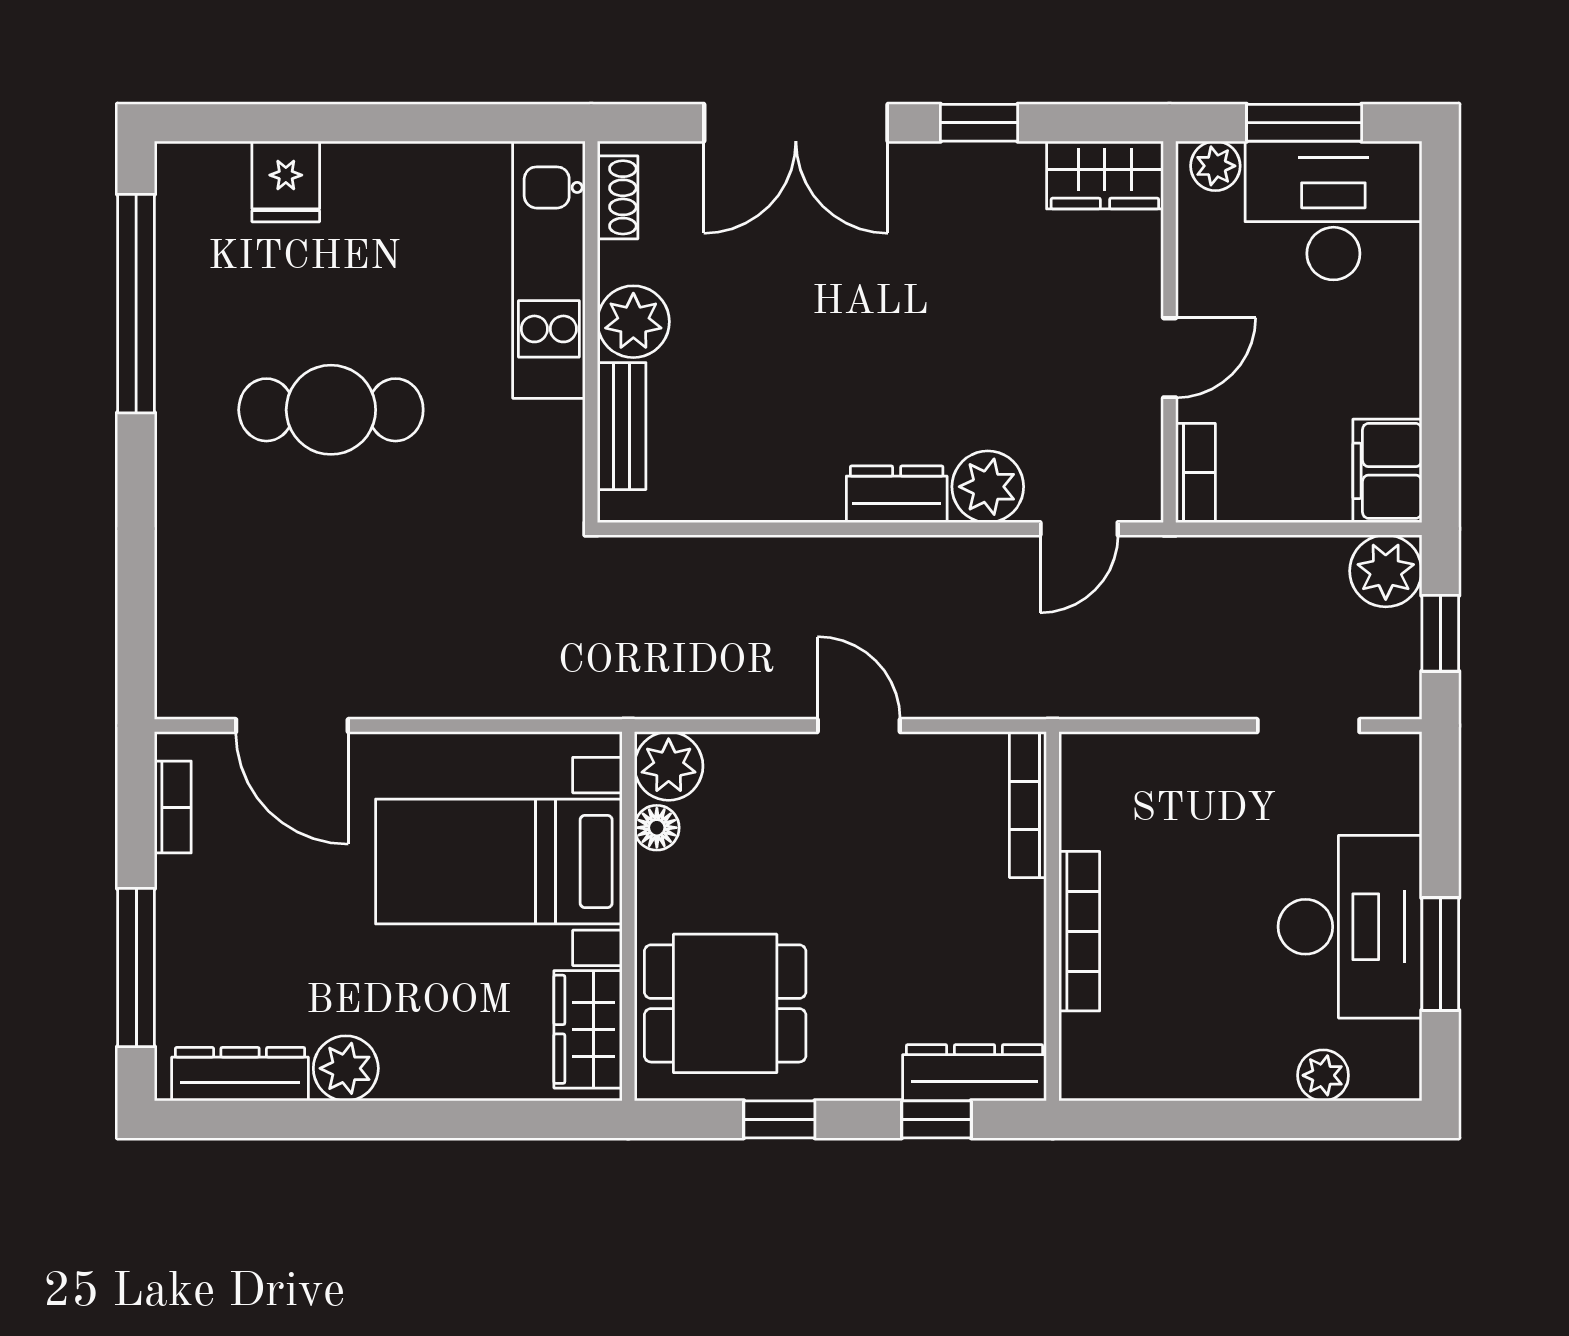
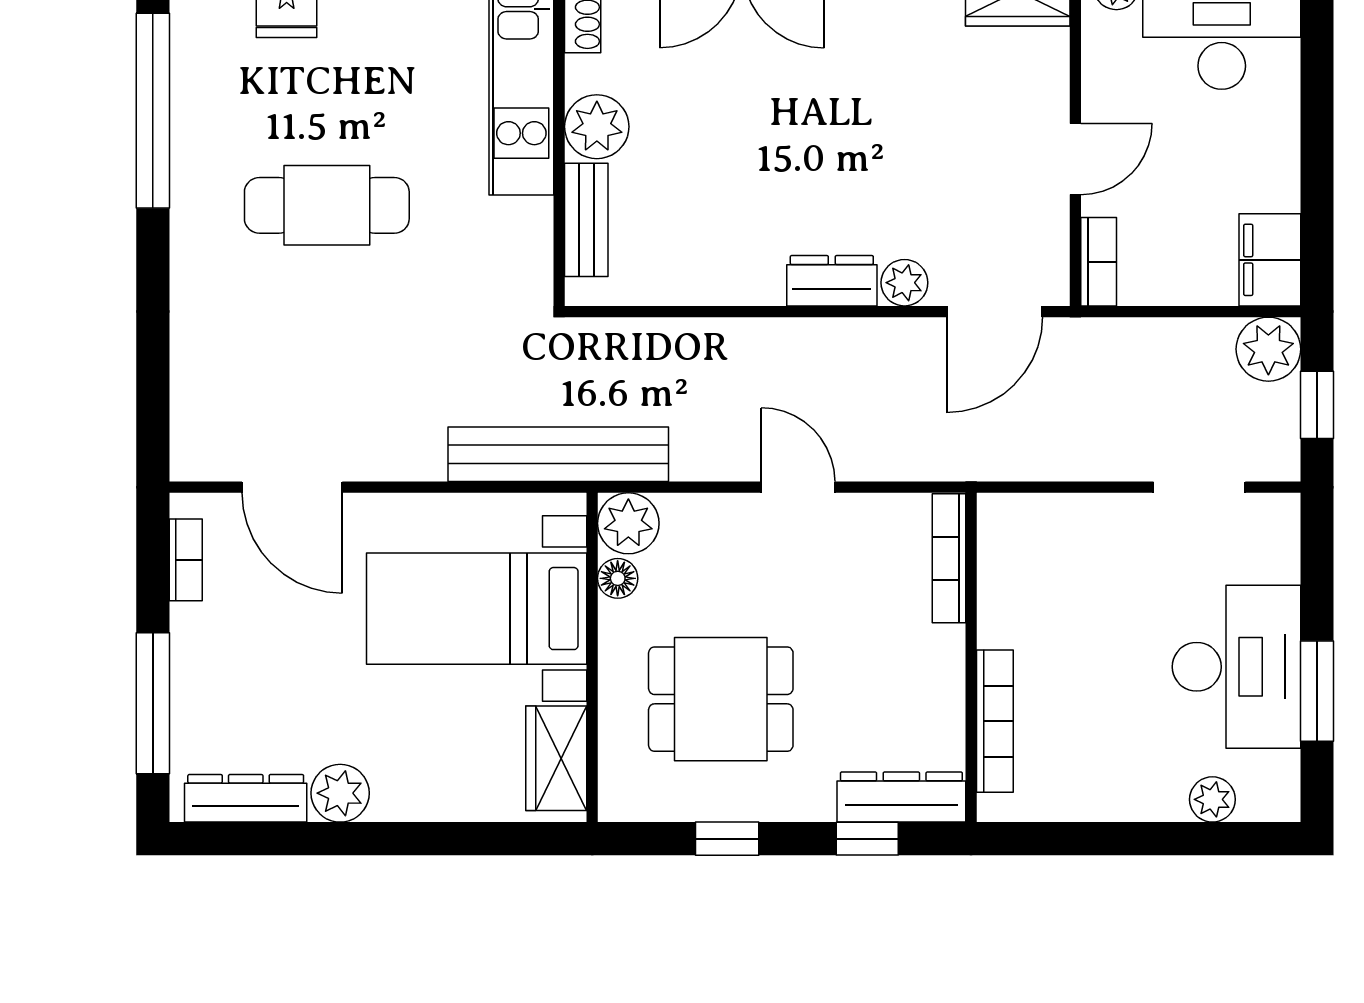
plant: (988, 487) -> (904, 283), width x0.73, depth x0.73
door: (1079, 529) -> (995, 312), width x1.38
bench: (590, 689) -> (558, 454), added
bookcase: (1079, 931) -> (995, 721), moved
dining table: (725, 1003) -> (721, 699), moved

